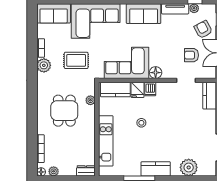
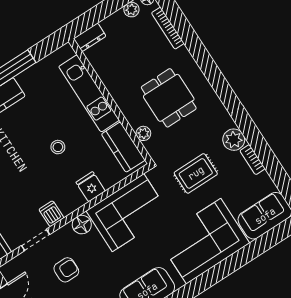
armchair: (191, 55) -> (66, 270), moved
dishwasher: (150, 89) -> (51, 214), moved
kitchen counter: (115, 90) -> (123, 147), moved, turned -90

